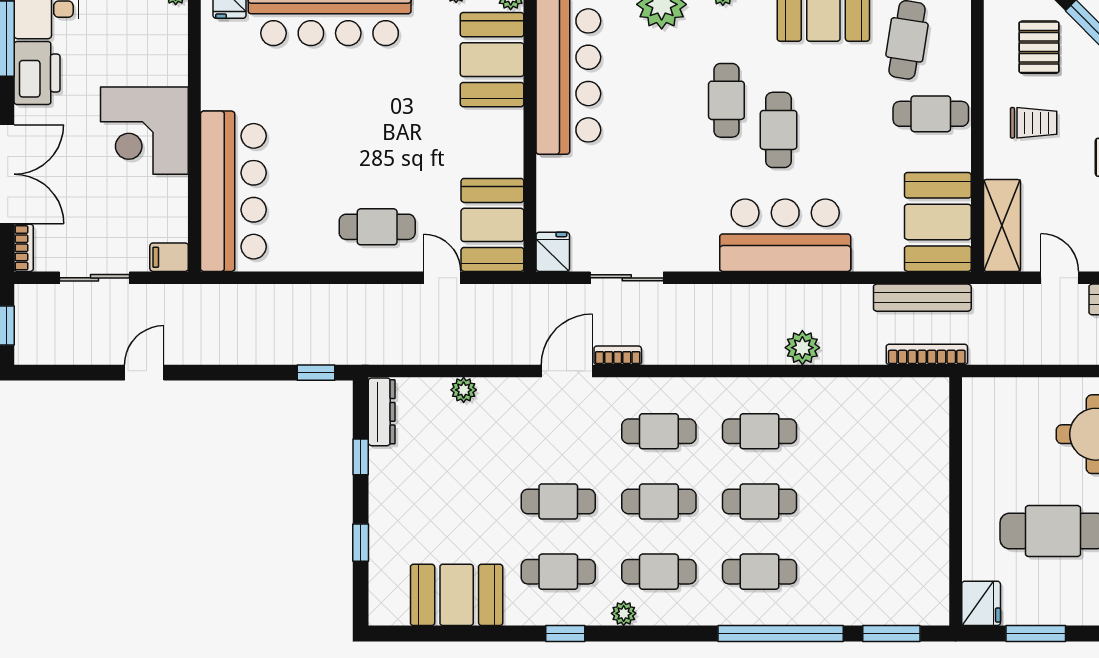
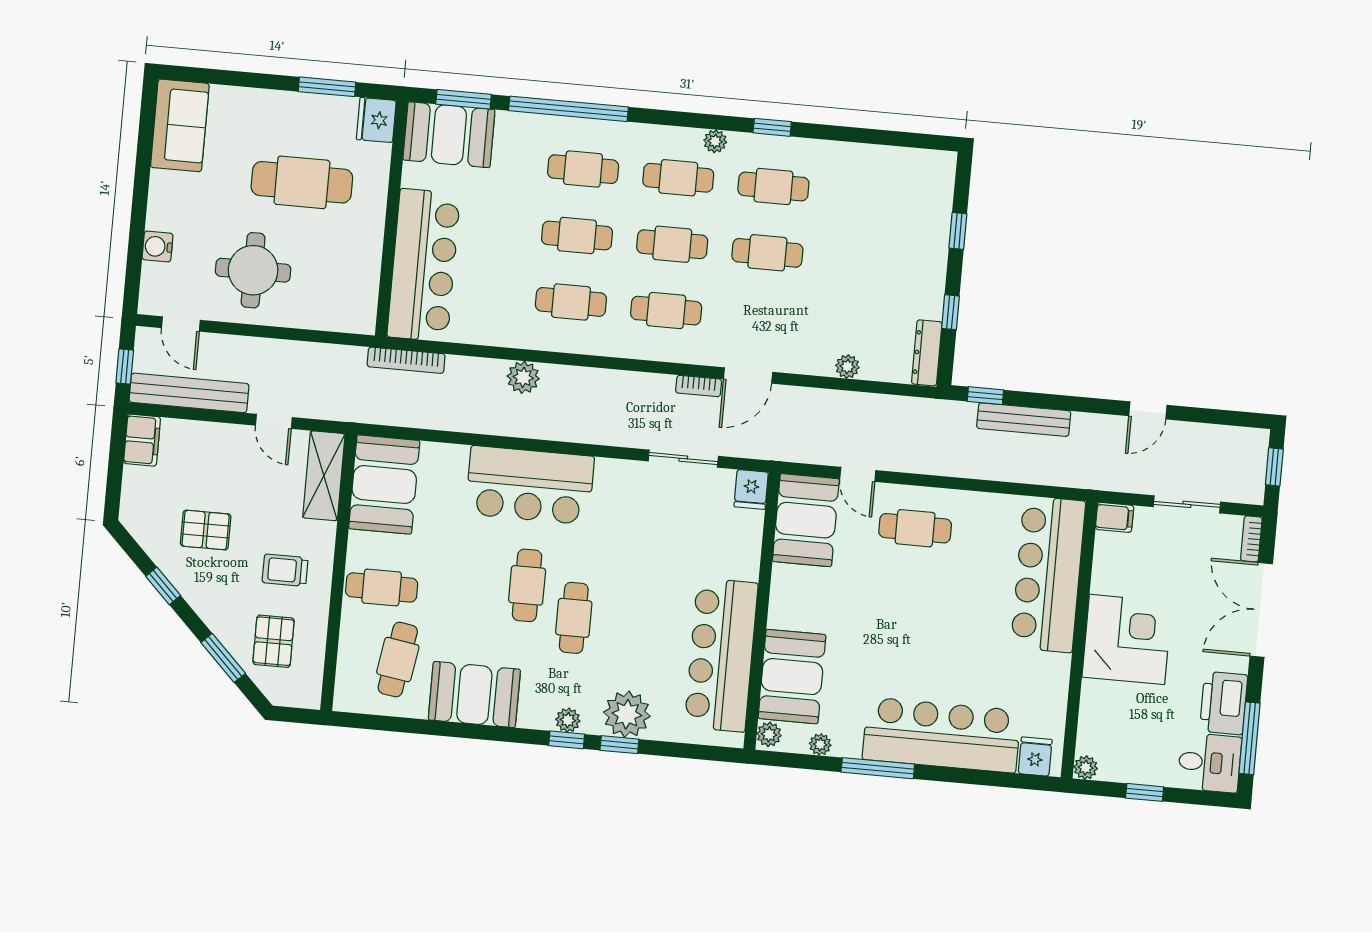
bench: (922, 298) -> (1024, 420), moved
bar counter: (917, 456) -> (424, 265), added
booth: (457, 595) -> (449, 135), moved

